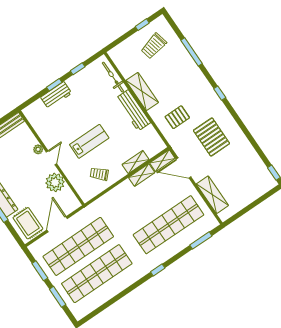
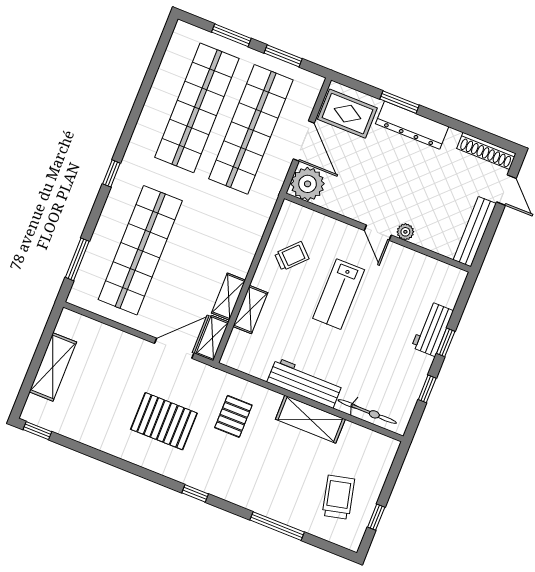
plant: (55, 182) -> (308, 184), moved
shelving: (212, 195) -> (53, 367), moved, turned 90

